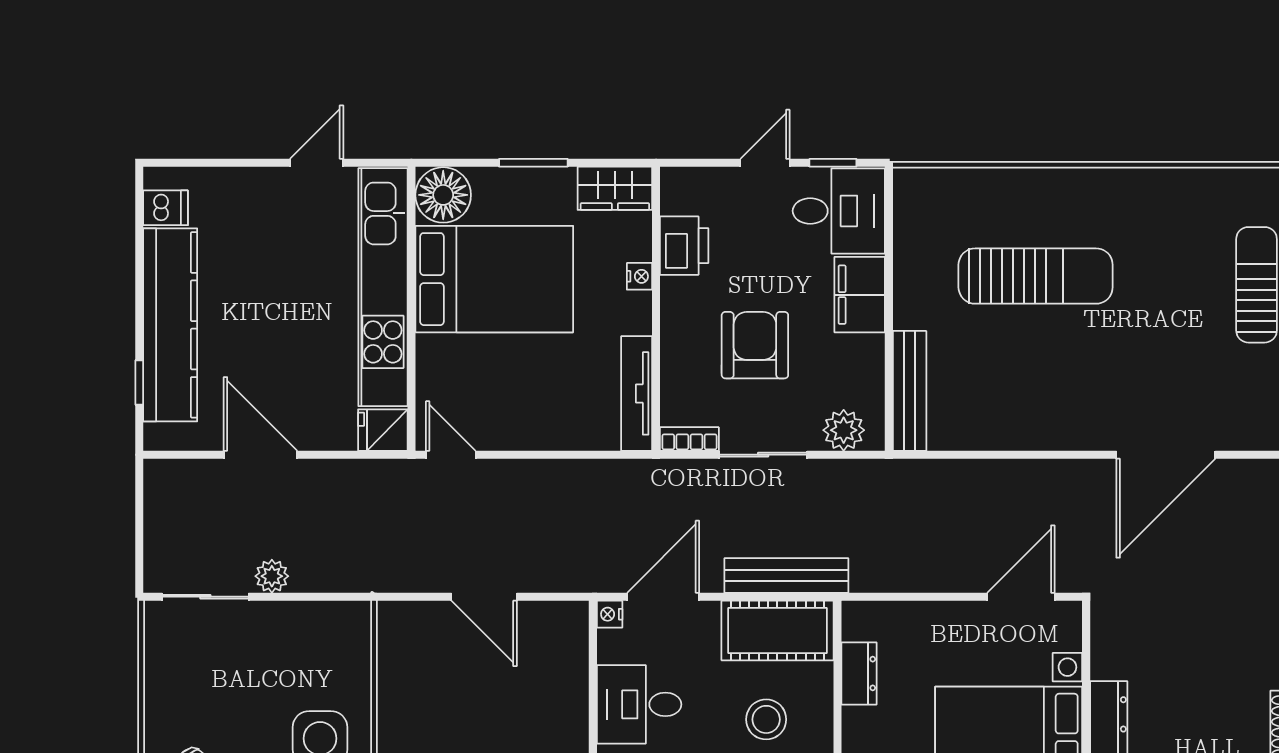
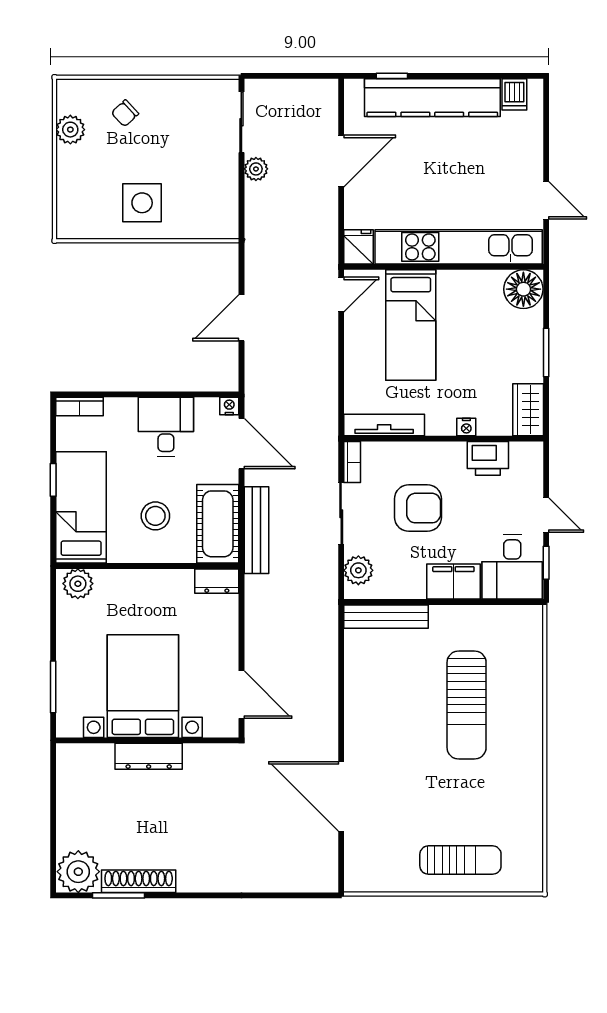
bed: (494, 279) -> (411, 325), moved, width x0.67
dresser: (859, 674) -> (217, 581), moved

